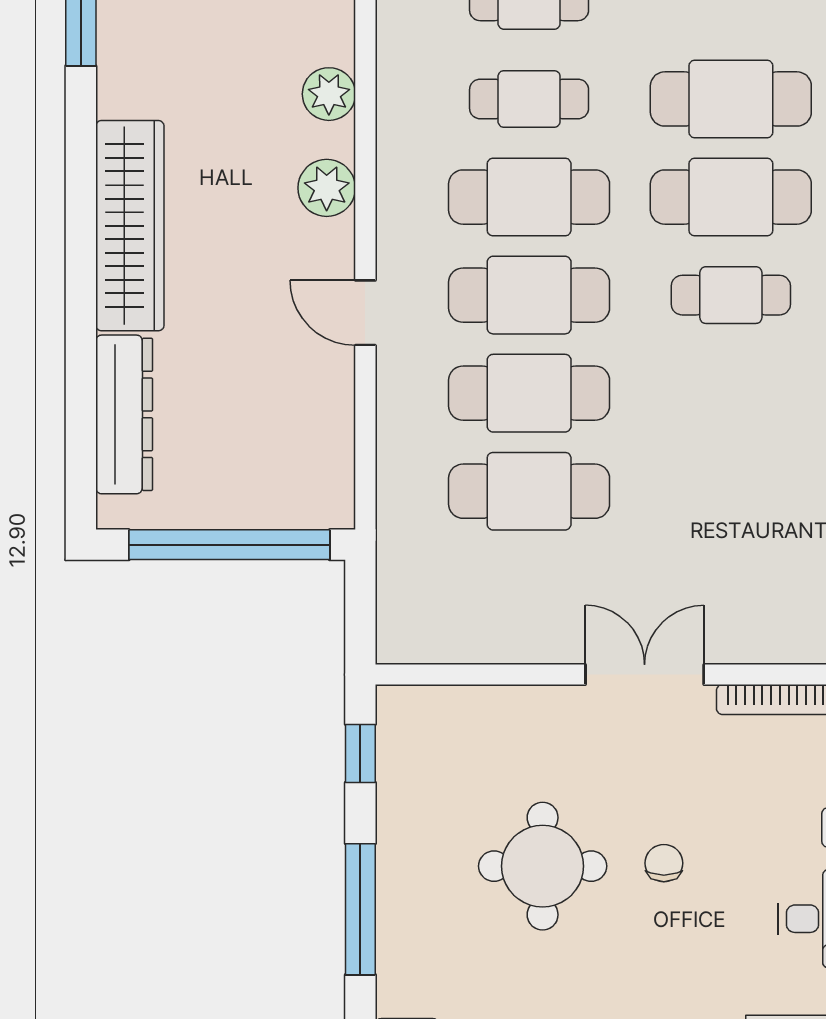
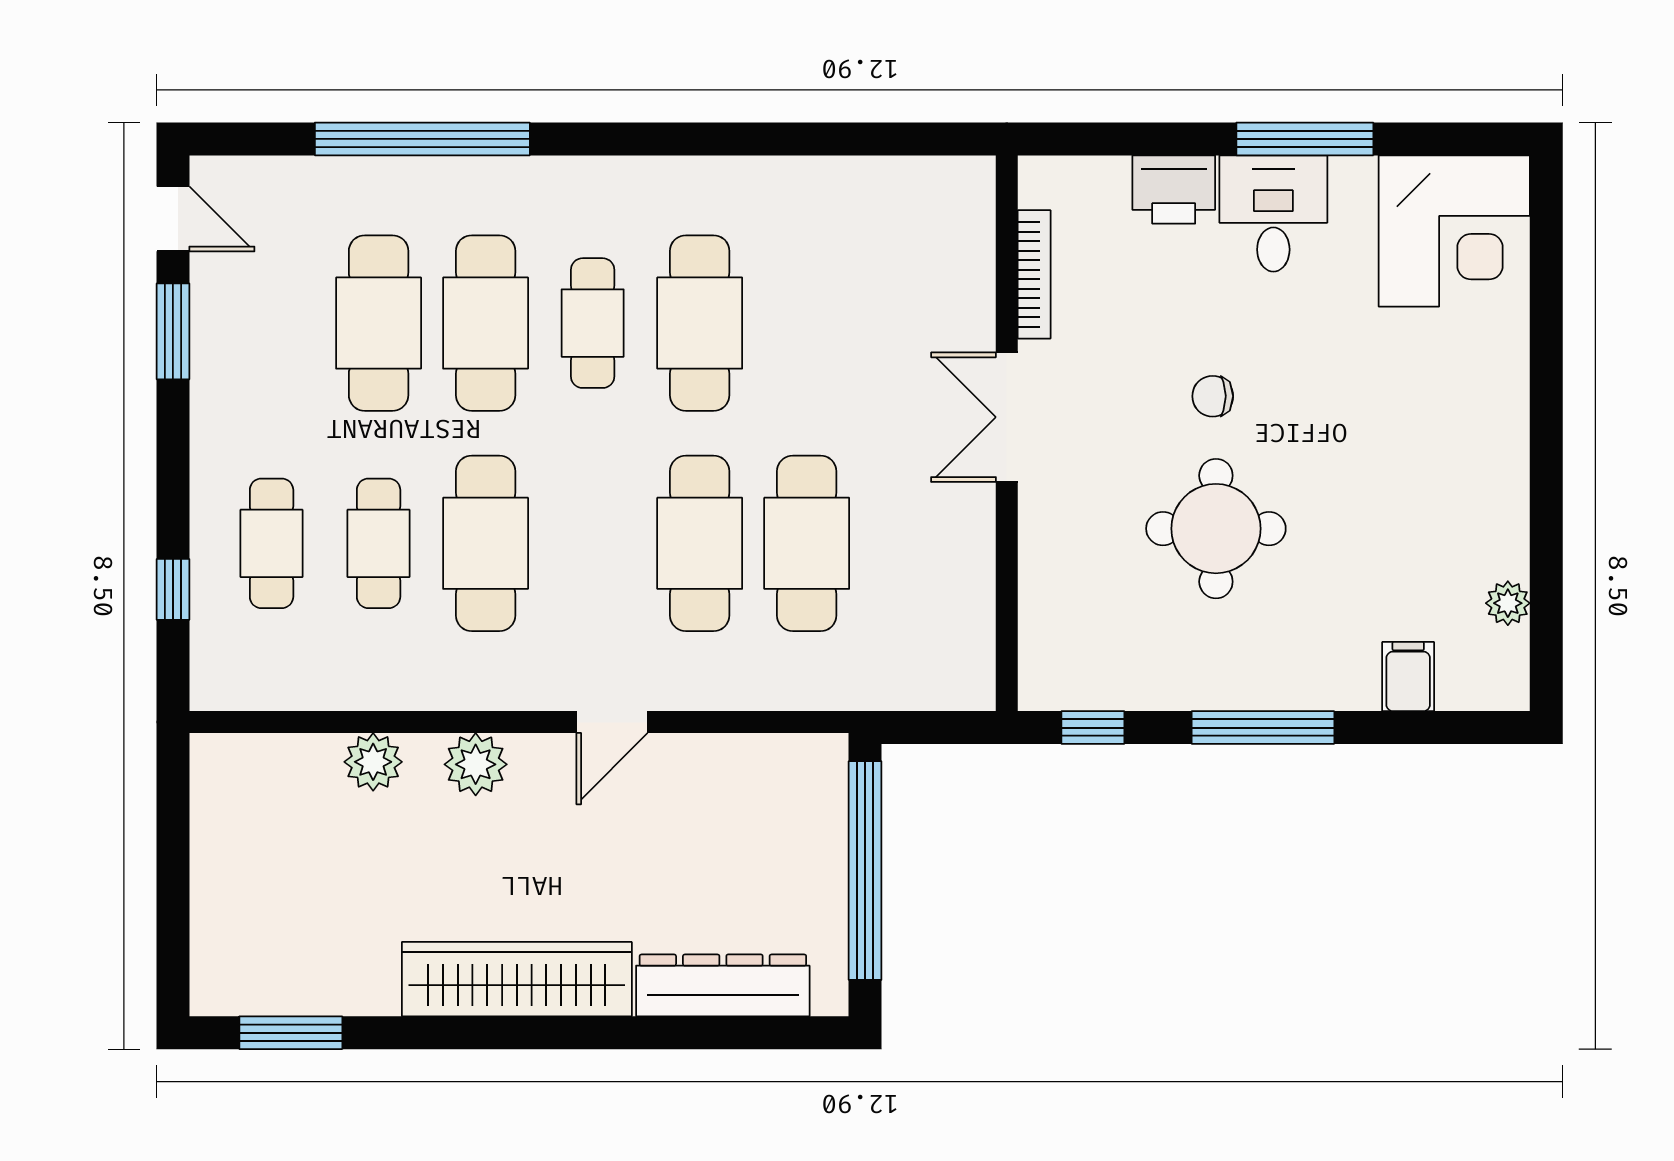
cafe table: (529, 295) -> (700, 323), moved

